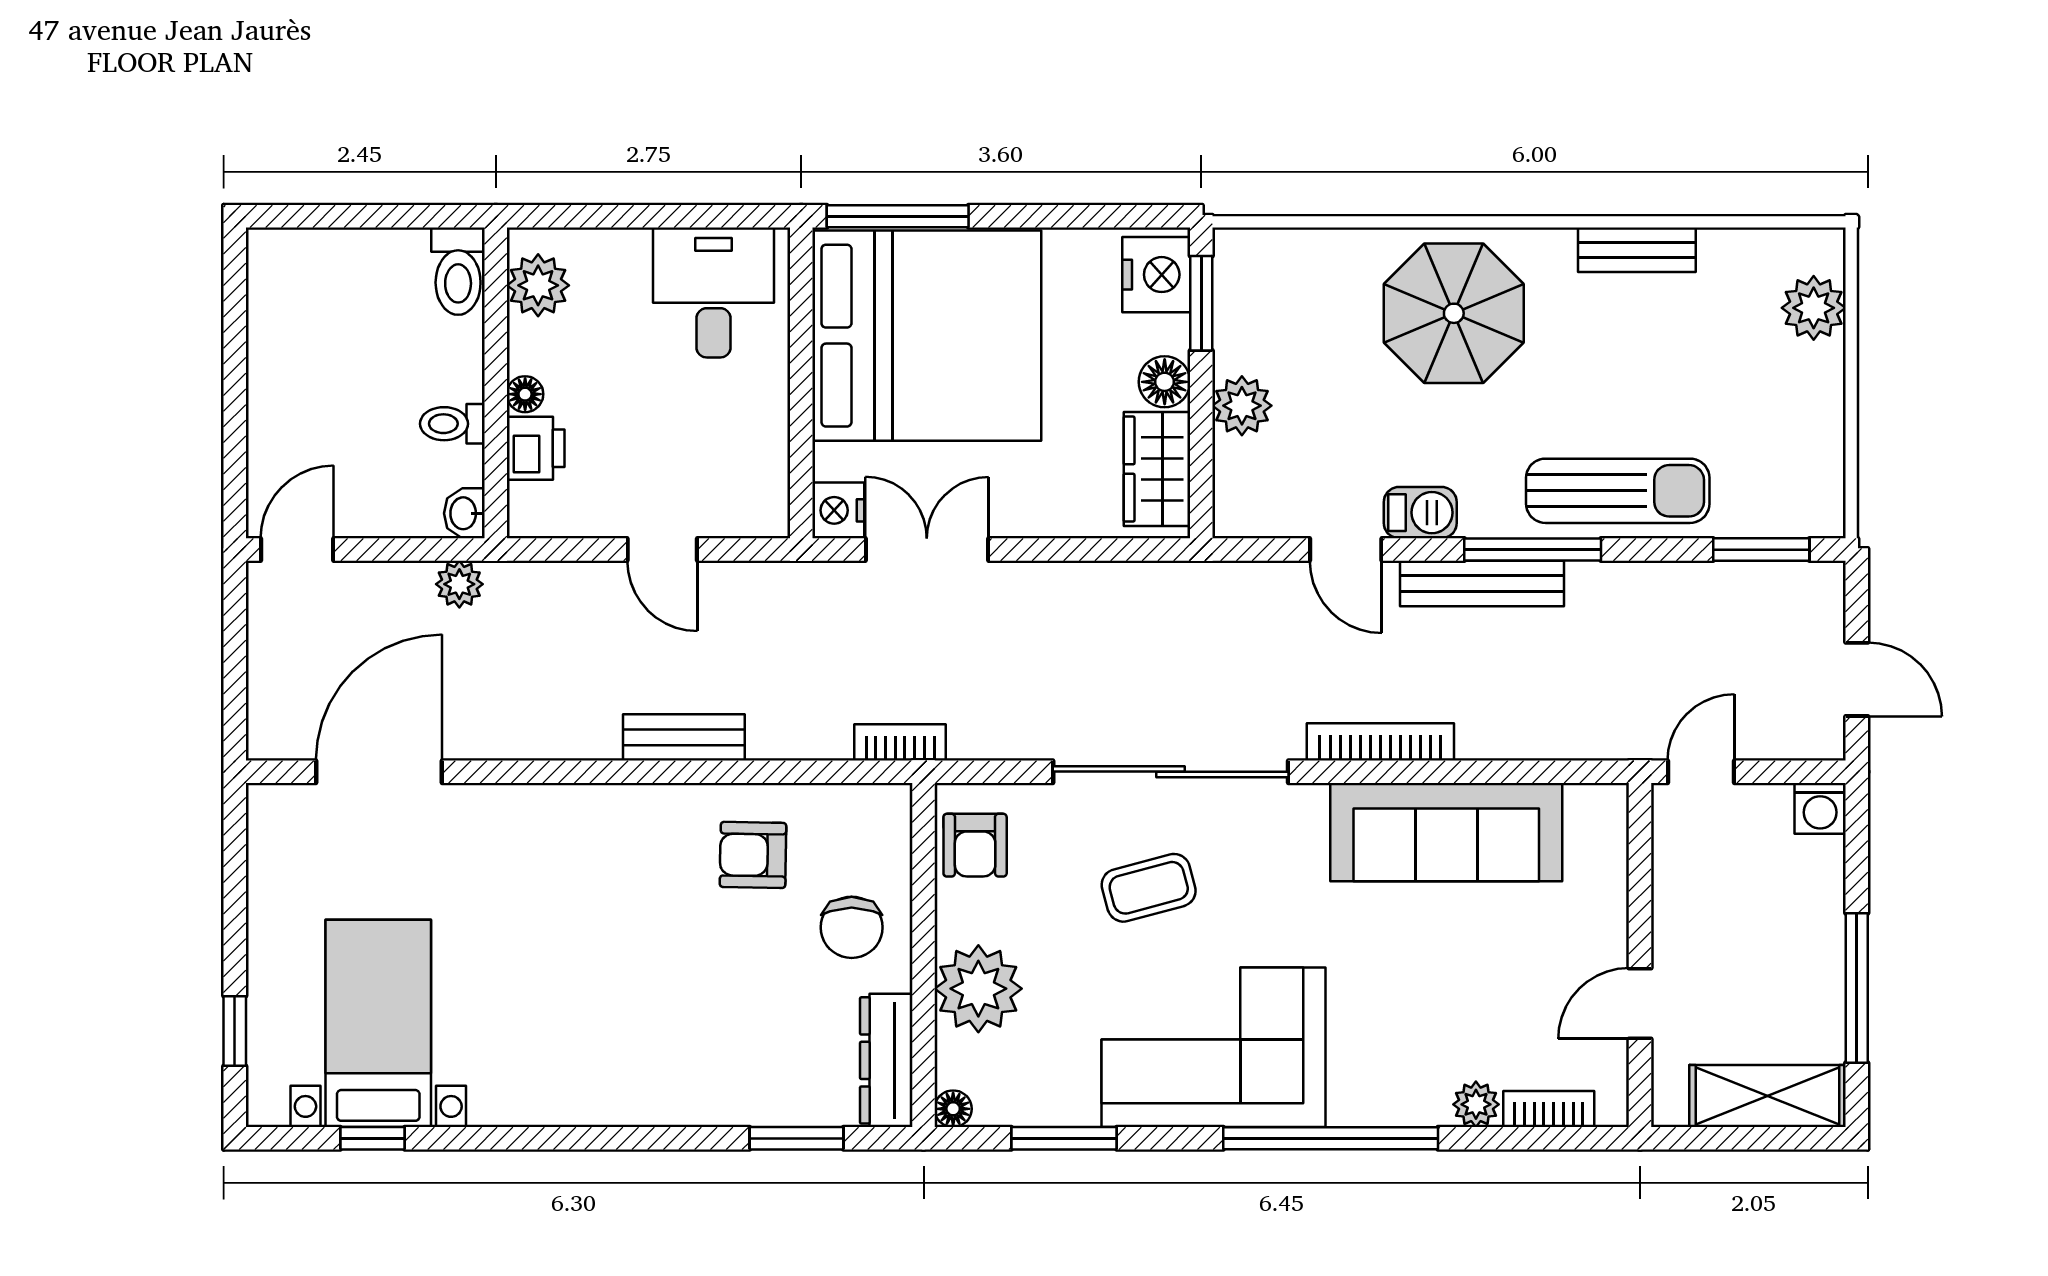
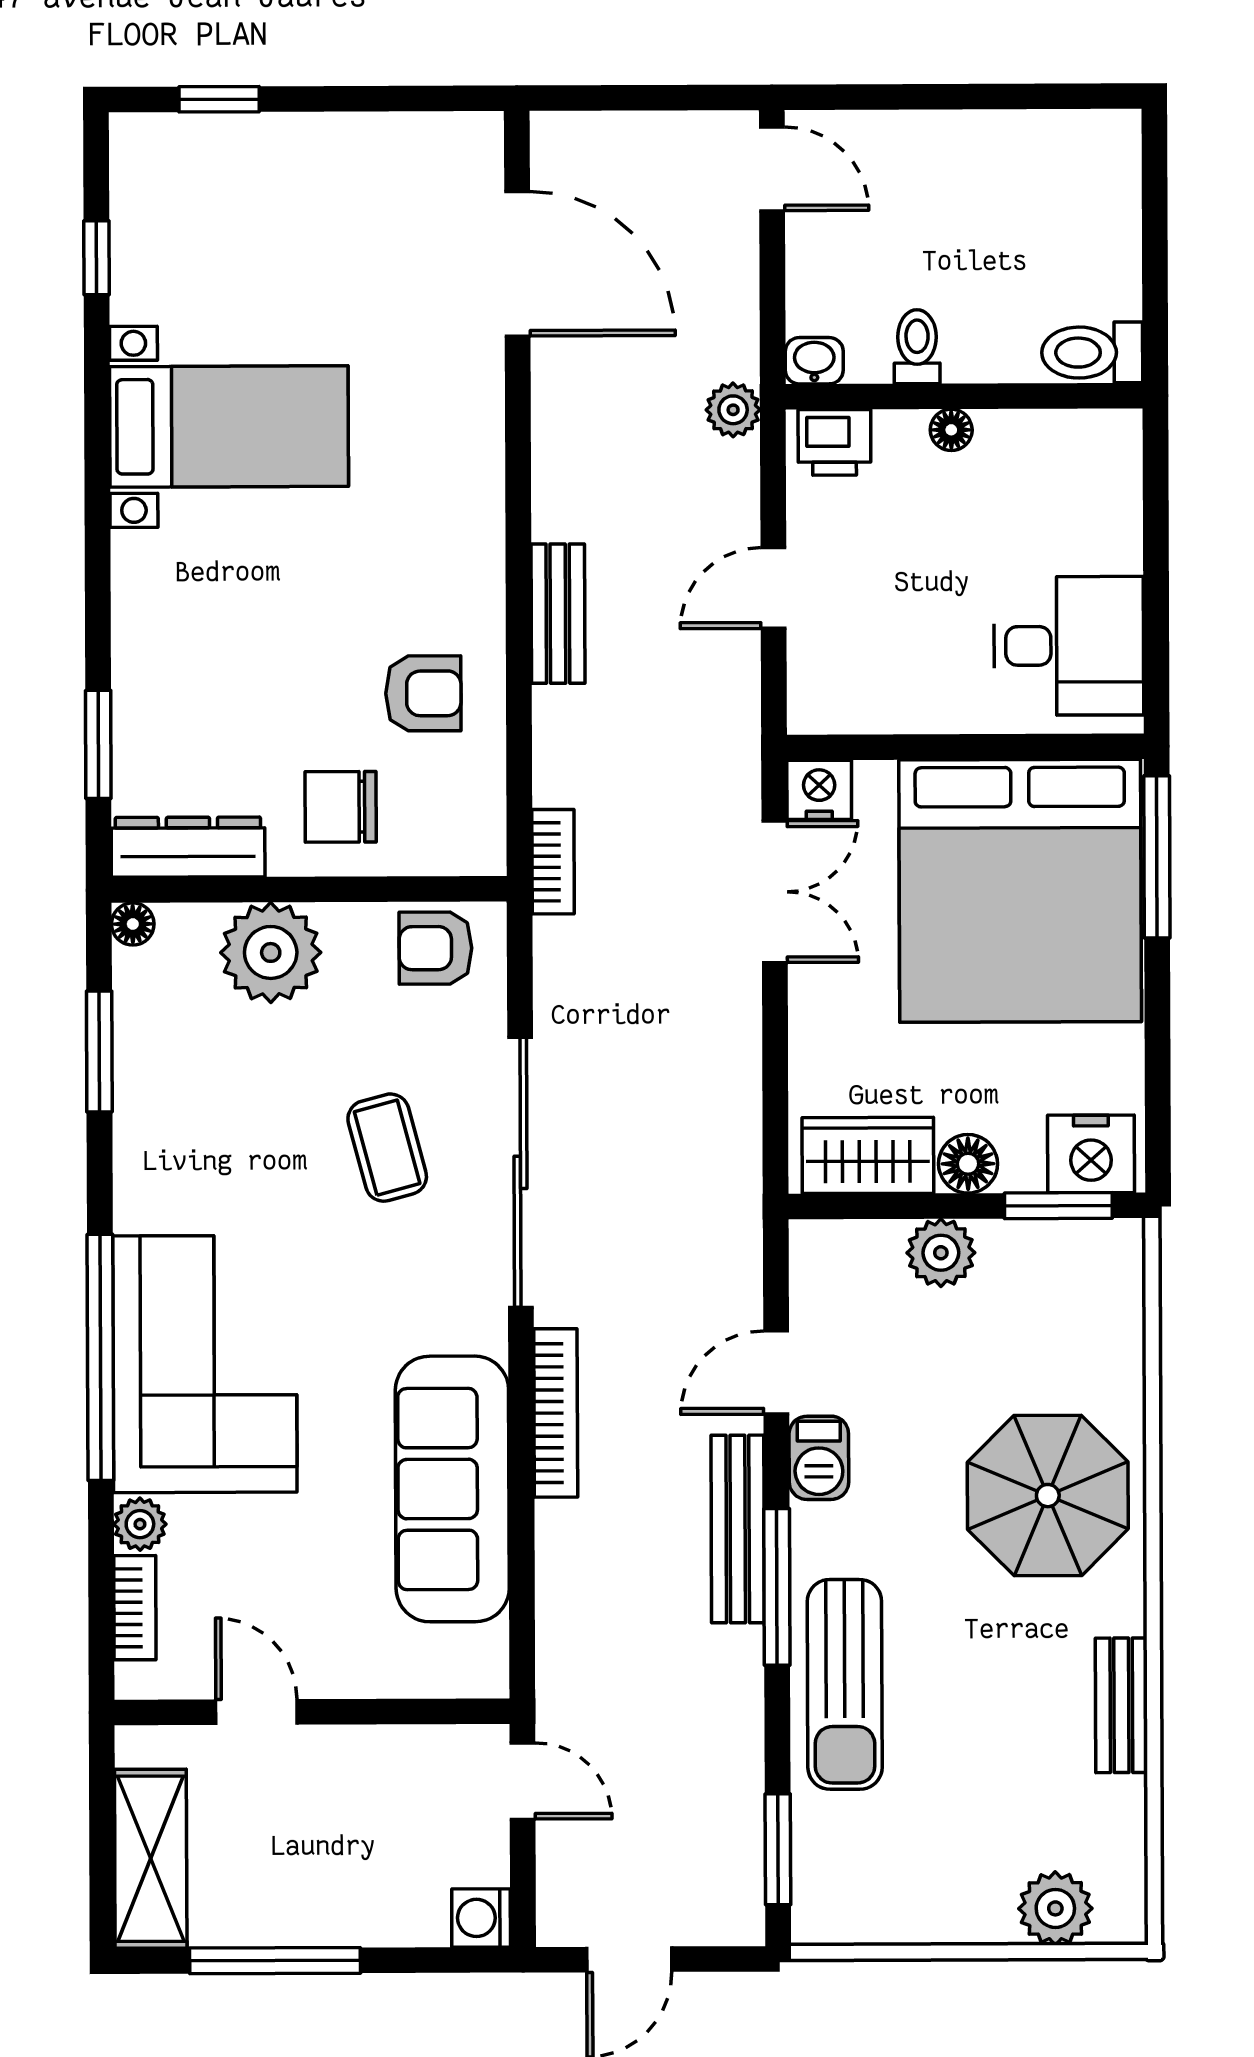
plant: (538, 285) -> (1076, 444), removed
printer: (536, 448) -> (834, 442), moved
plant: (459, 584) -> (733, 410), moved
armchair: (753, 855) -> (423, 693), turned 89
bed with nightstands: (378, 1023) -> (229, 426), moved
corner sofa: (1213, 1047) -> (205, 1364), moved

